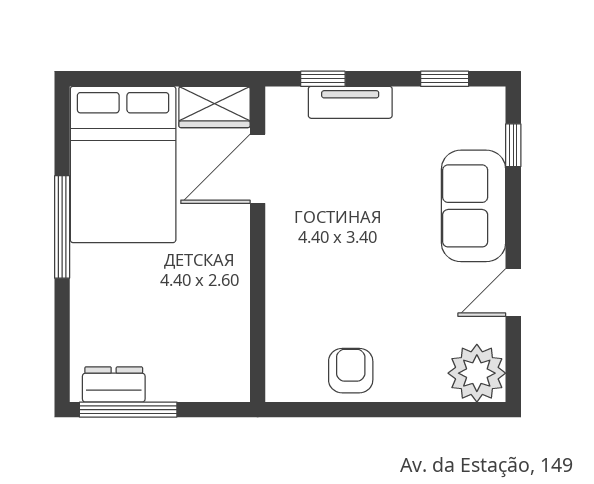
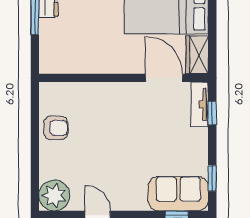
tv unit: (350, 102) -> (200, 104), moved
sofa: (473, 206) -> (178, 194), moved

